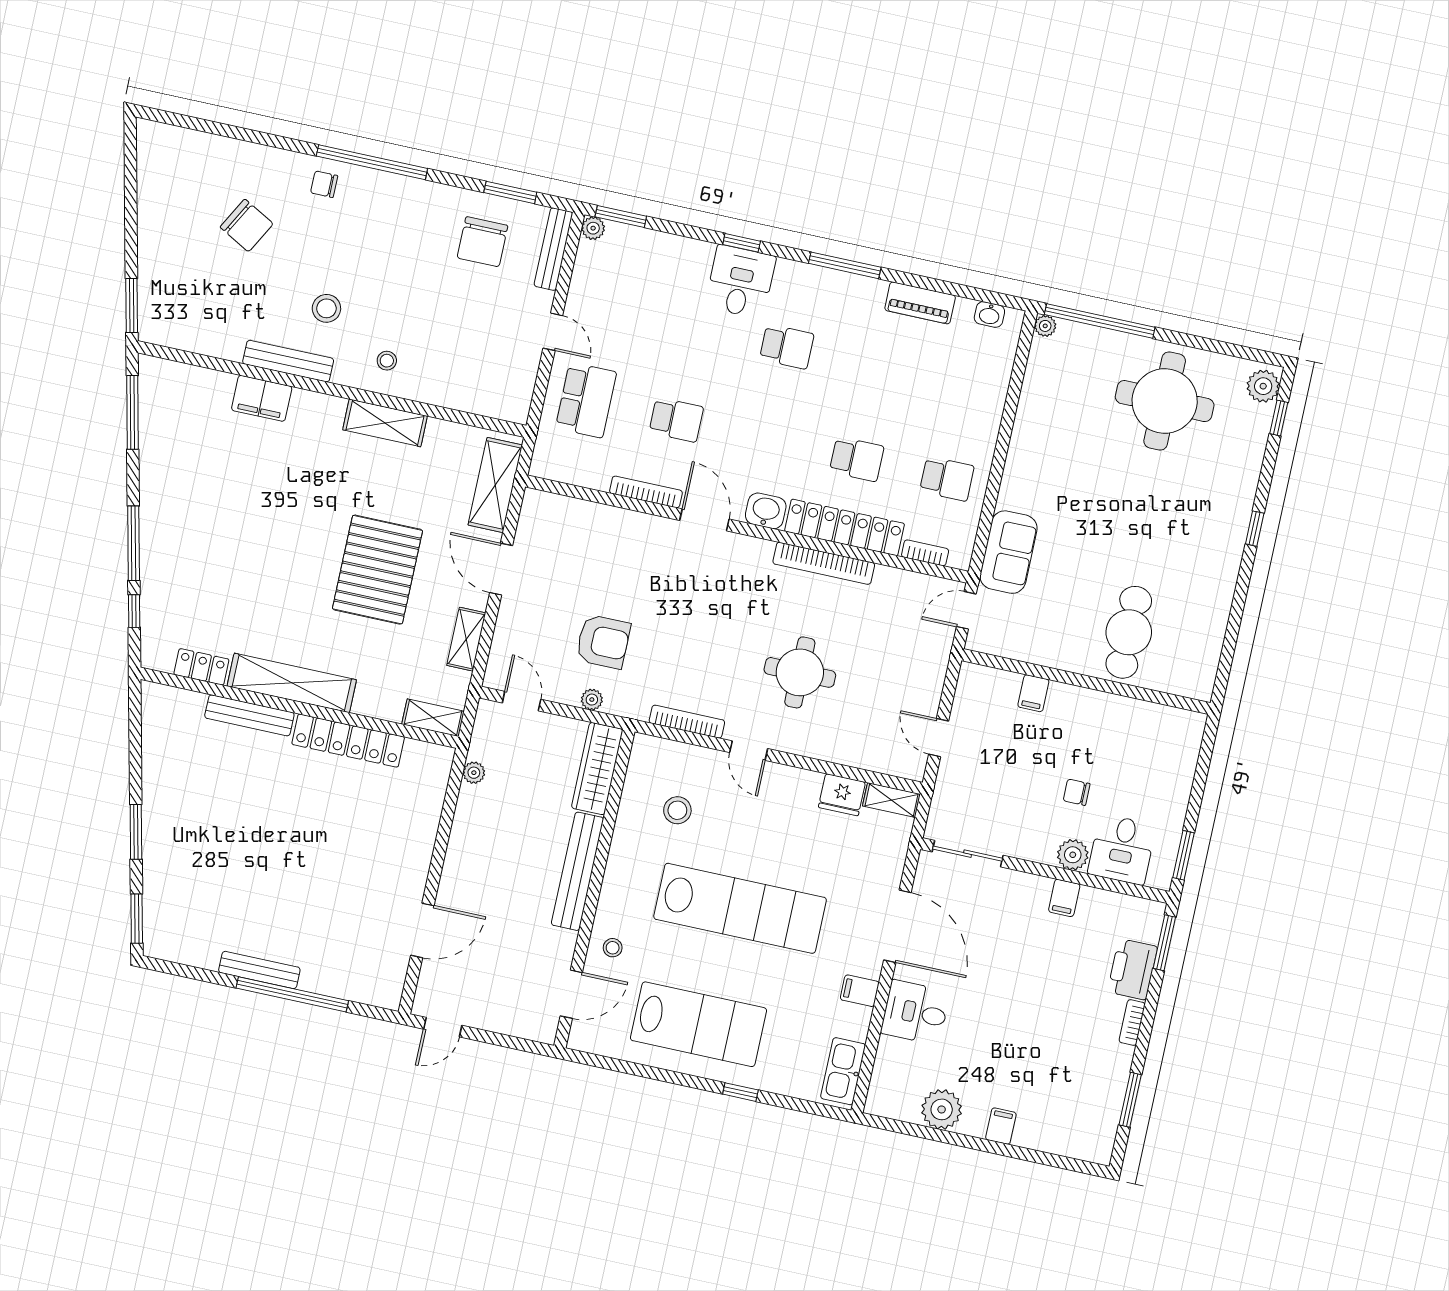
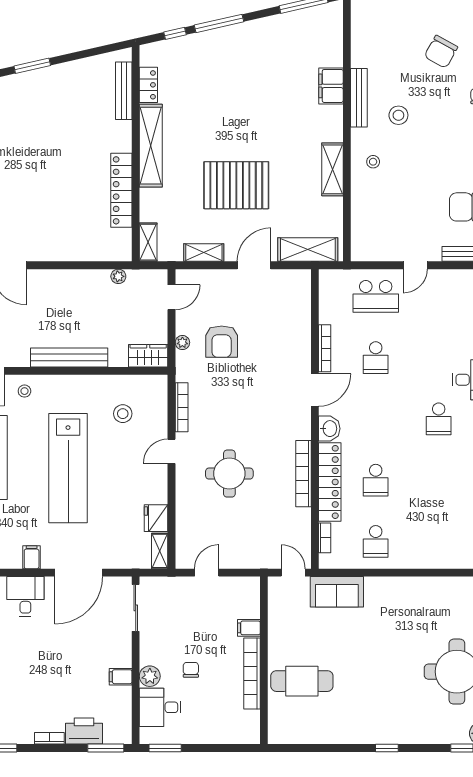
bookcase: (1102, 703) -> (252, 673), added
bench: (249, 715) -> (124, 91), moved
wardrobe: (597, 769) -> (148, 356), width x0.67

